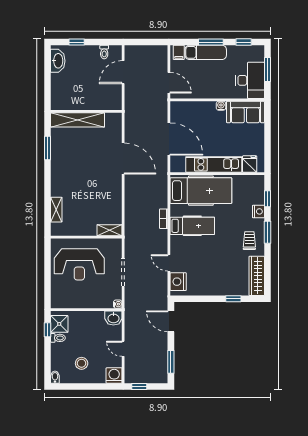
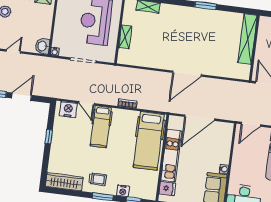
wall: (86, 111) -> (254, 48), moved
shelving: (78, 120) -> (247, 39), moved
hospital bed: (192, 226) -> (101, 127), moved
shelving: (109, 230) -> (125, 37), moved
door: (169, 263) -> (86, 103), swing flipped
window: (233, 299) -> (49, 137), moved
door: (171, 321) -> (22, 97), moved

